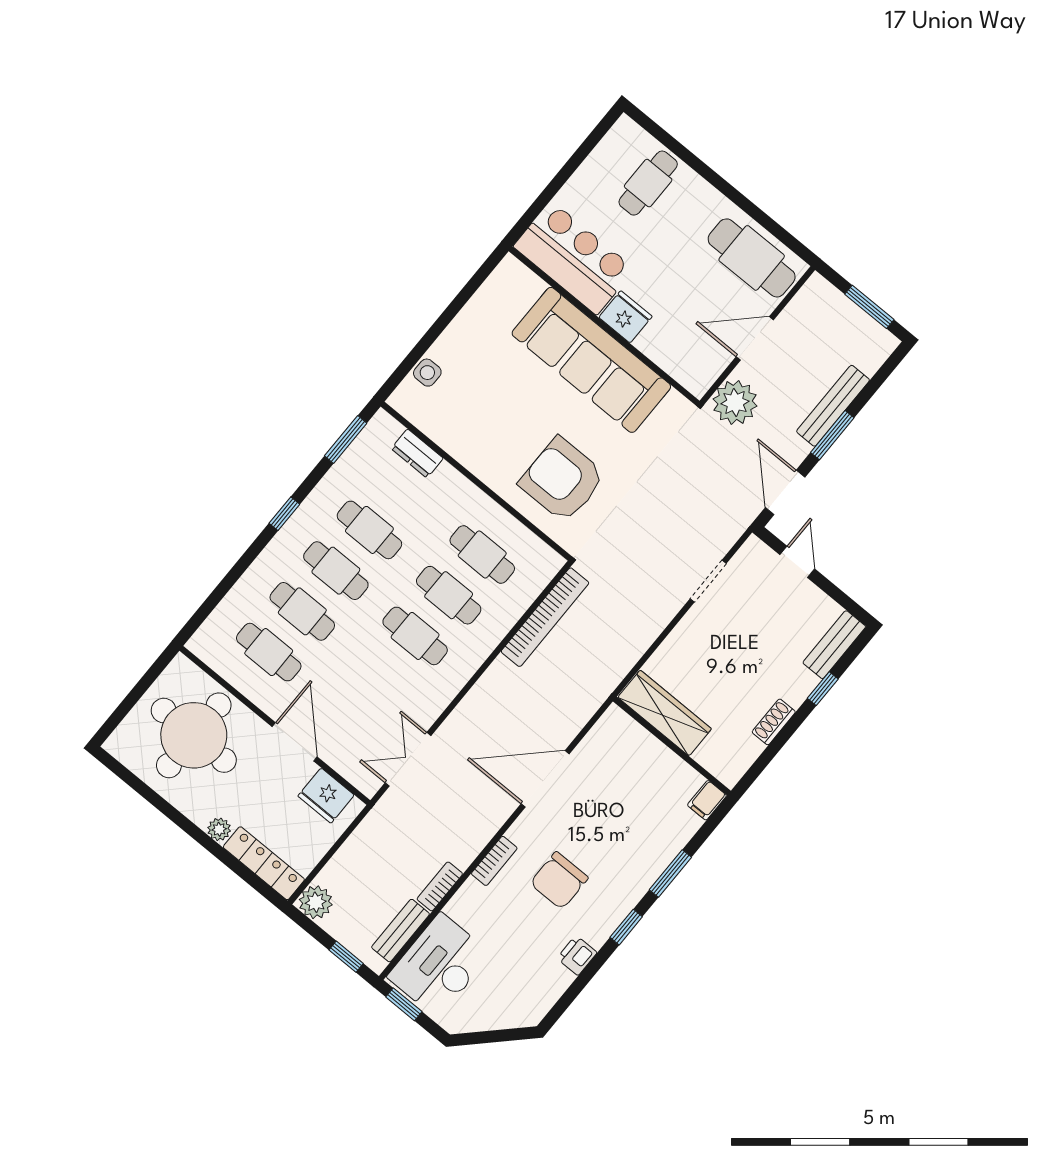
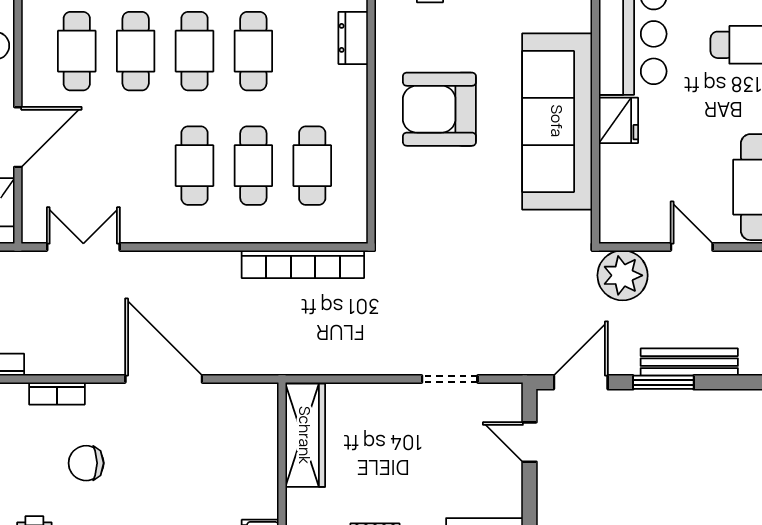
door: (755, 338) -> (692, 247), width x0.73
armchair: (562, 480) -> (439, 109), moved, turned -90
door: (797, 562) -> (530, 442), swing flipped
chair: (559, 881) -> (86, 463), width x0.73, depth x0.73

